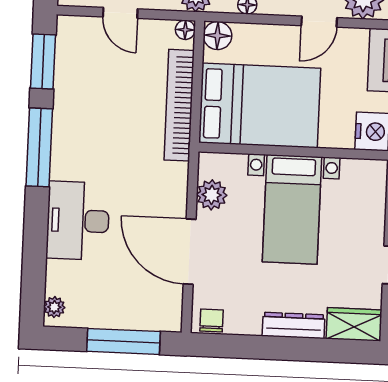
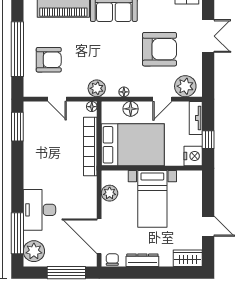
floor lamp: (218, 36) -> (131, 109), moved
window: (39, 147) -> (17, 233), moved
door: (190, 252) -> (99, 236), moved
plant: (54, 307) -> (34, 251), width x1.88, depth x1.88
dresser: (294, 325) -> (142, 260), moved

